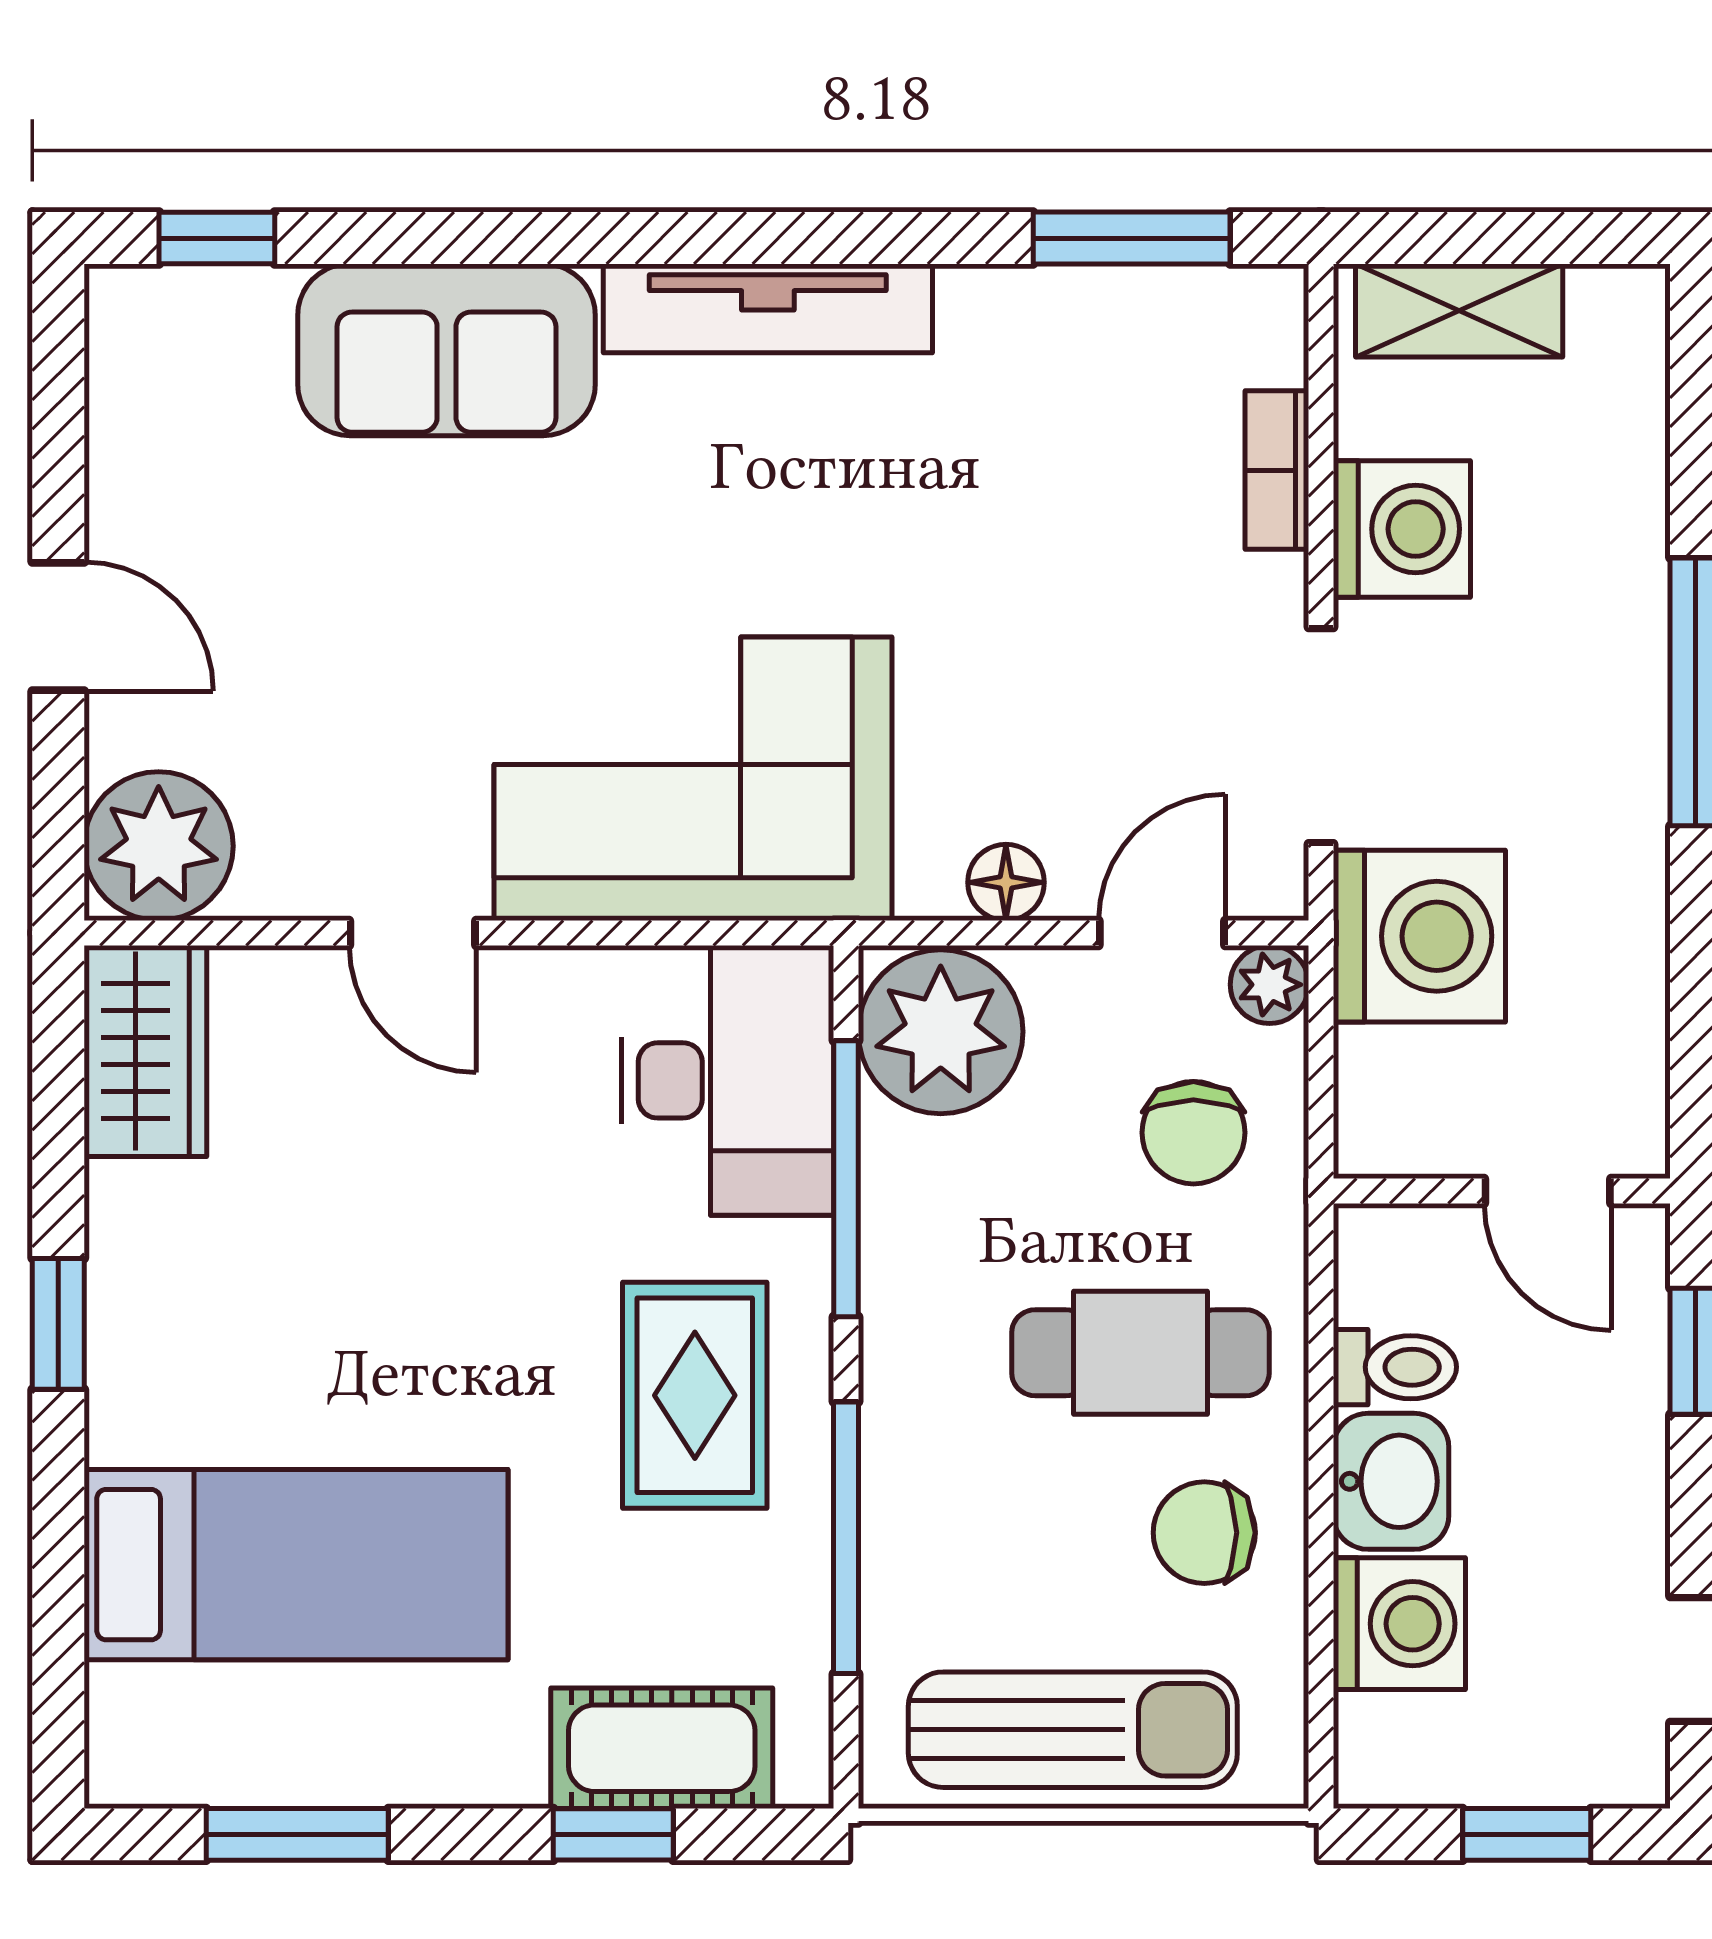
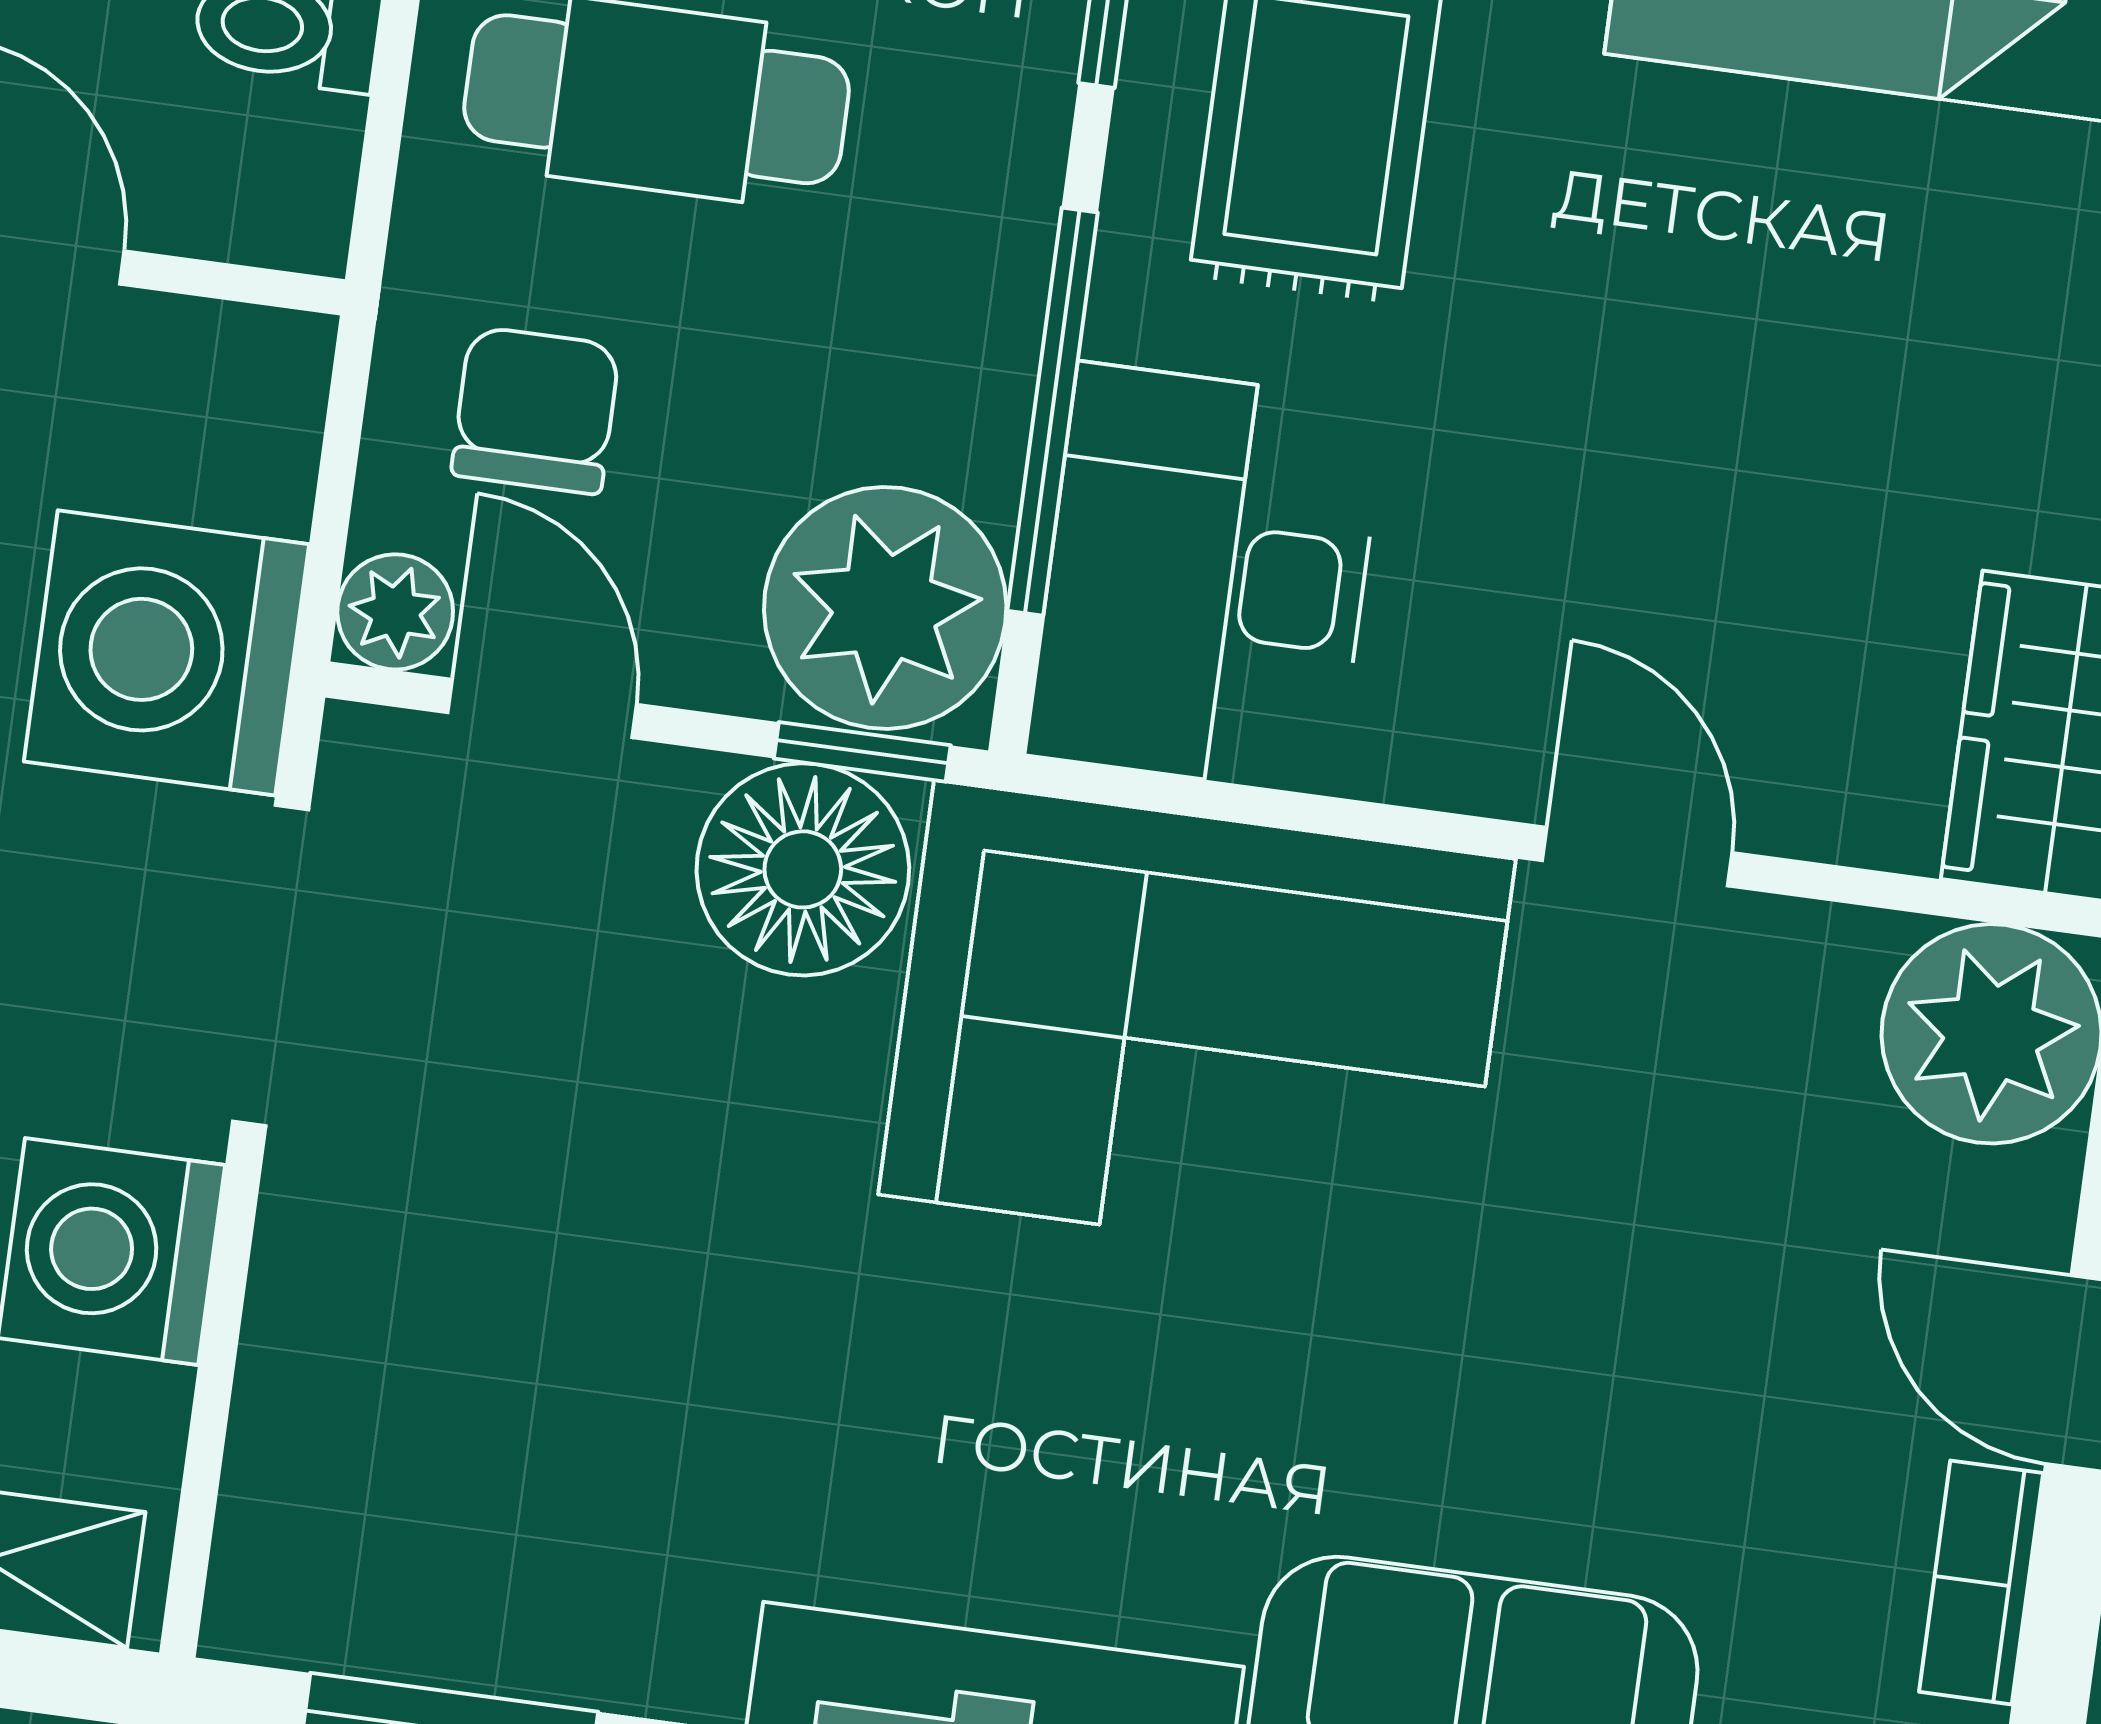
bookcase: (1277, 470) -> (1981, 1582), moved, turned 180
floor lamp: (1006, 882) -> (803, 869), width x1.89, depth x1.89
window: (943, 933) -> (862, 752), added
door: (1162, 933) -> (542, 709), swing flipped

